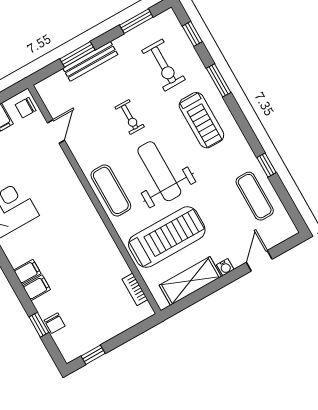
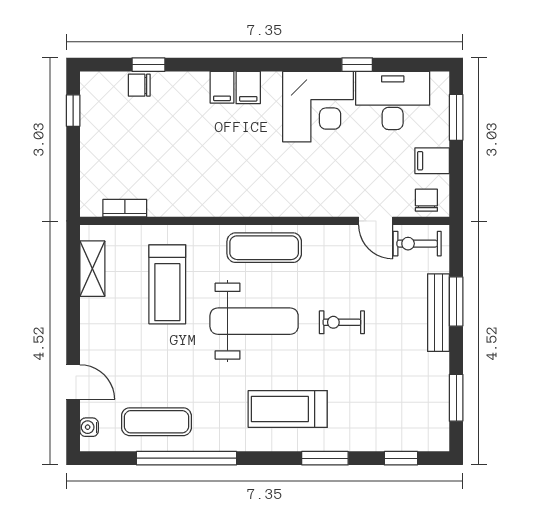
exercise bike: (164, 65) -> (417, 244), moved, width x0.73, depth x0.72
window: (267, 165) -> (187, 458), width x3.17
treadmill: (167, 237) -> (167, 284), width x0.73, depth x0.73
water cooler: (225, 267) -> (89, 427), moved
shelving: (190, 281) -> (92, 269), width x0.67, depth x0.75
filing cabinet: (37, 288) -> (248, 87), moved

